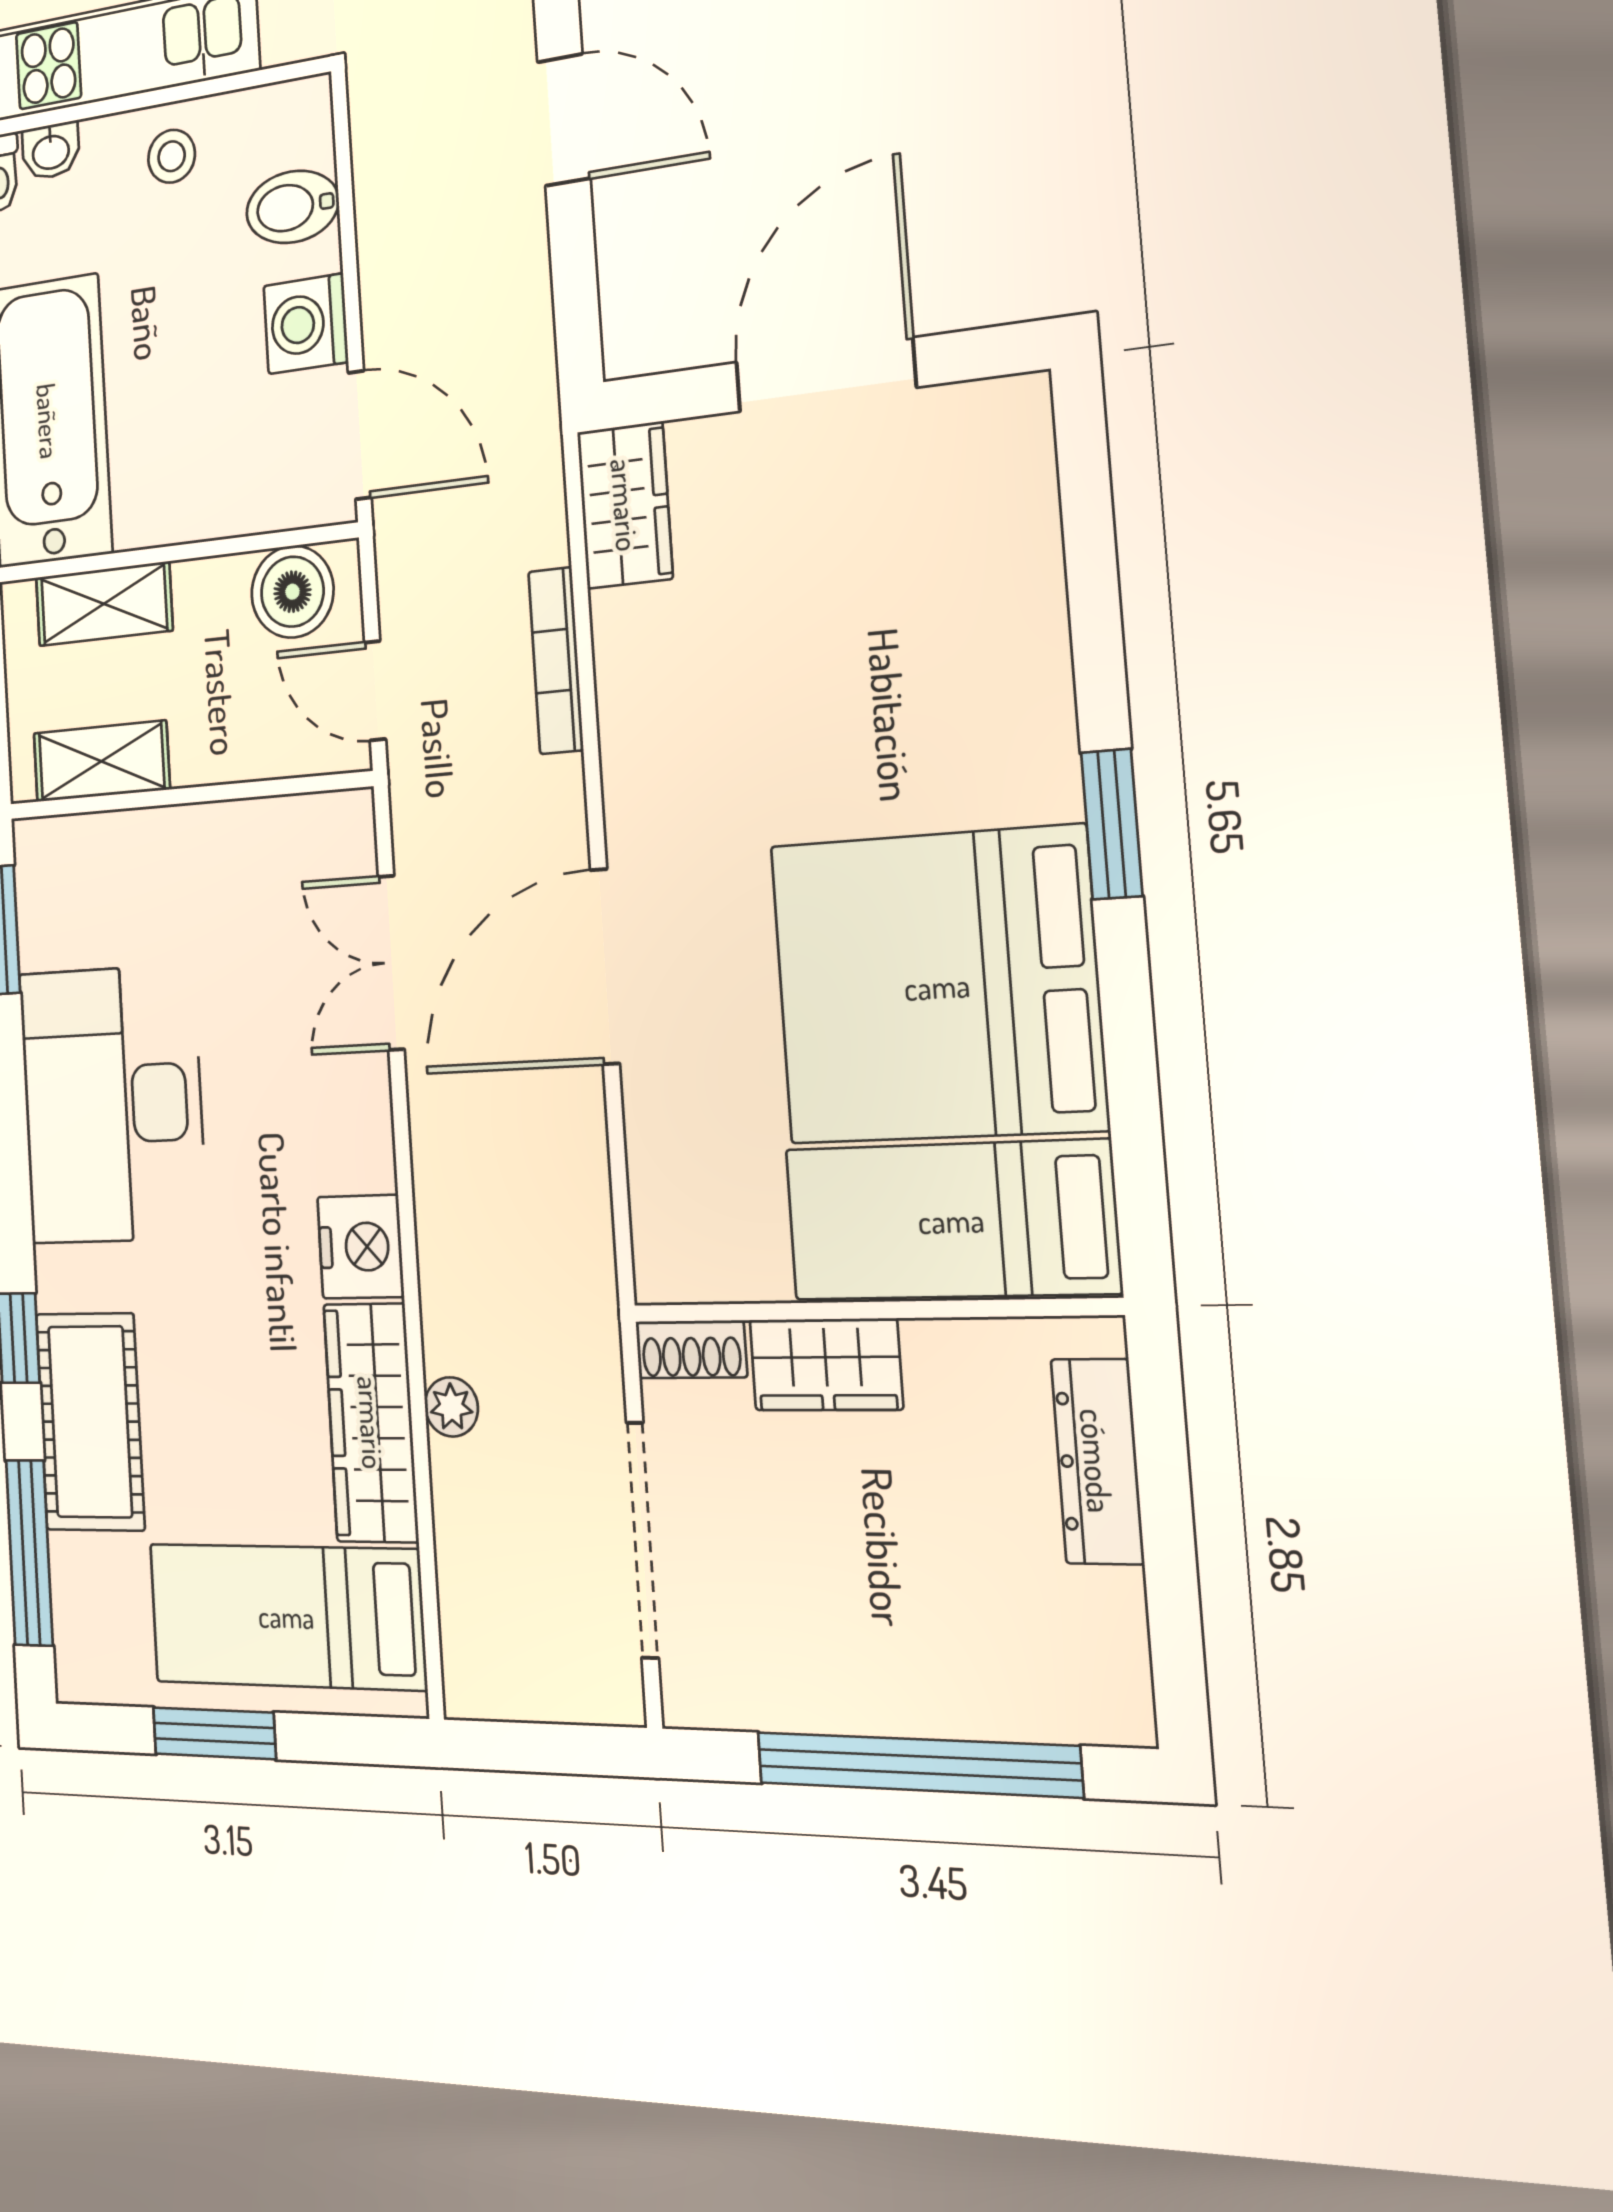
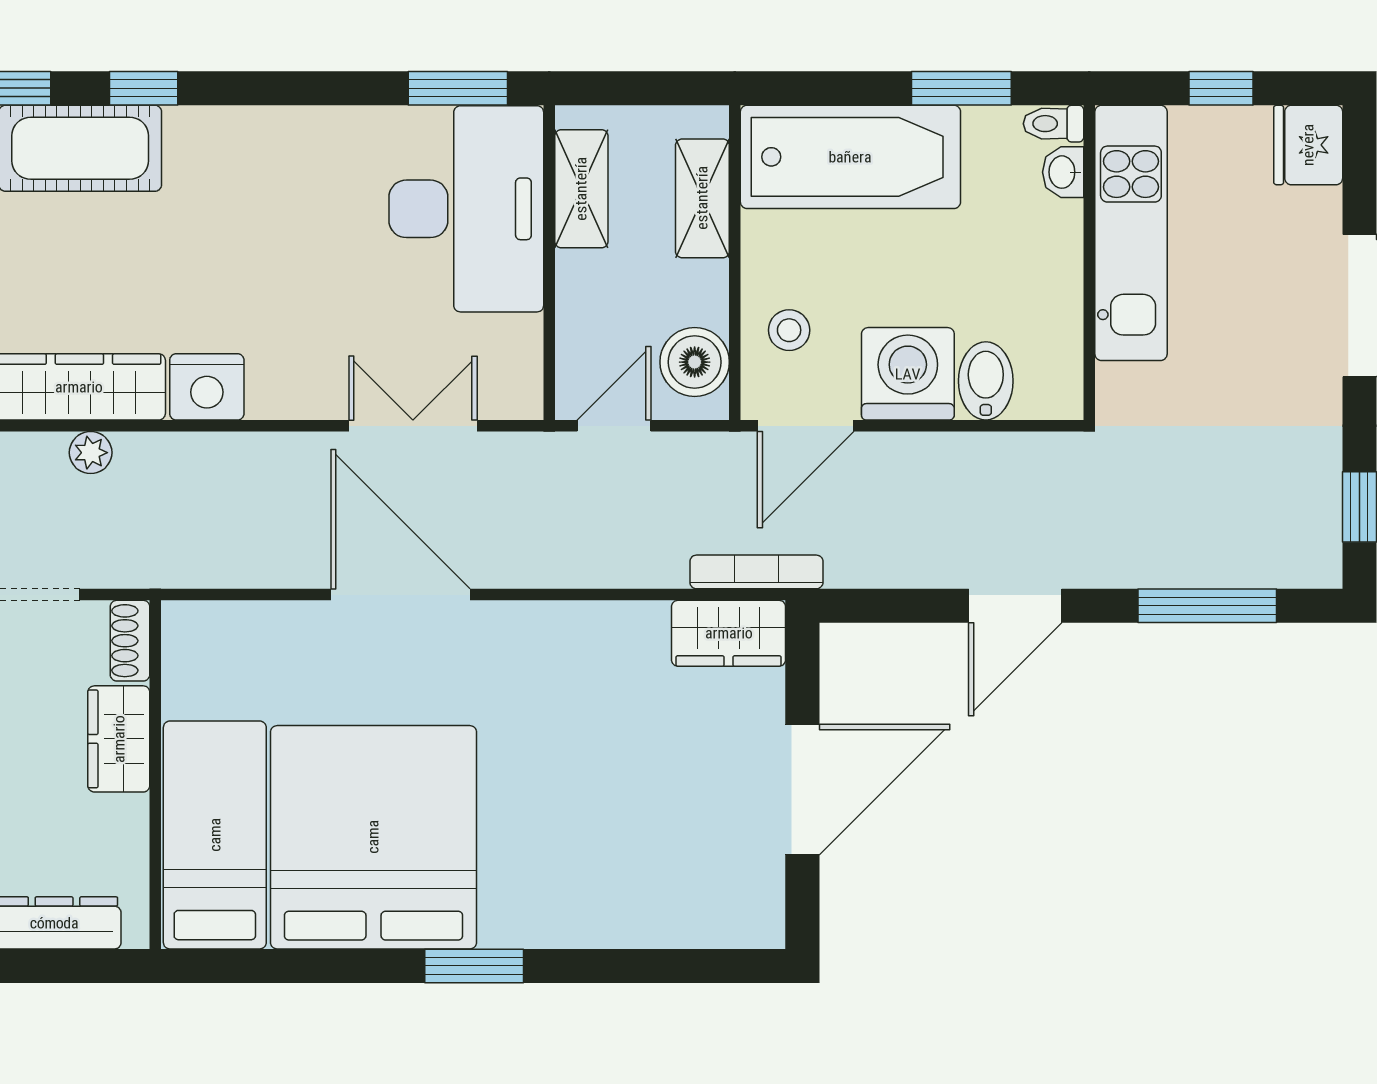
stool: (172, 156) -> (789, 330), moved
washing machine: (306, 324) -> (908, 374), width x1.37, depth x1.37
door: (825, 375) -> (802, 790), hinge flipped
bookcase: (556, 661) -> (756, 572), moved
desk: (112, 1105) -> (466, 209), moved, turned 90

